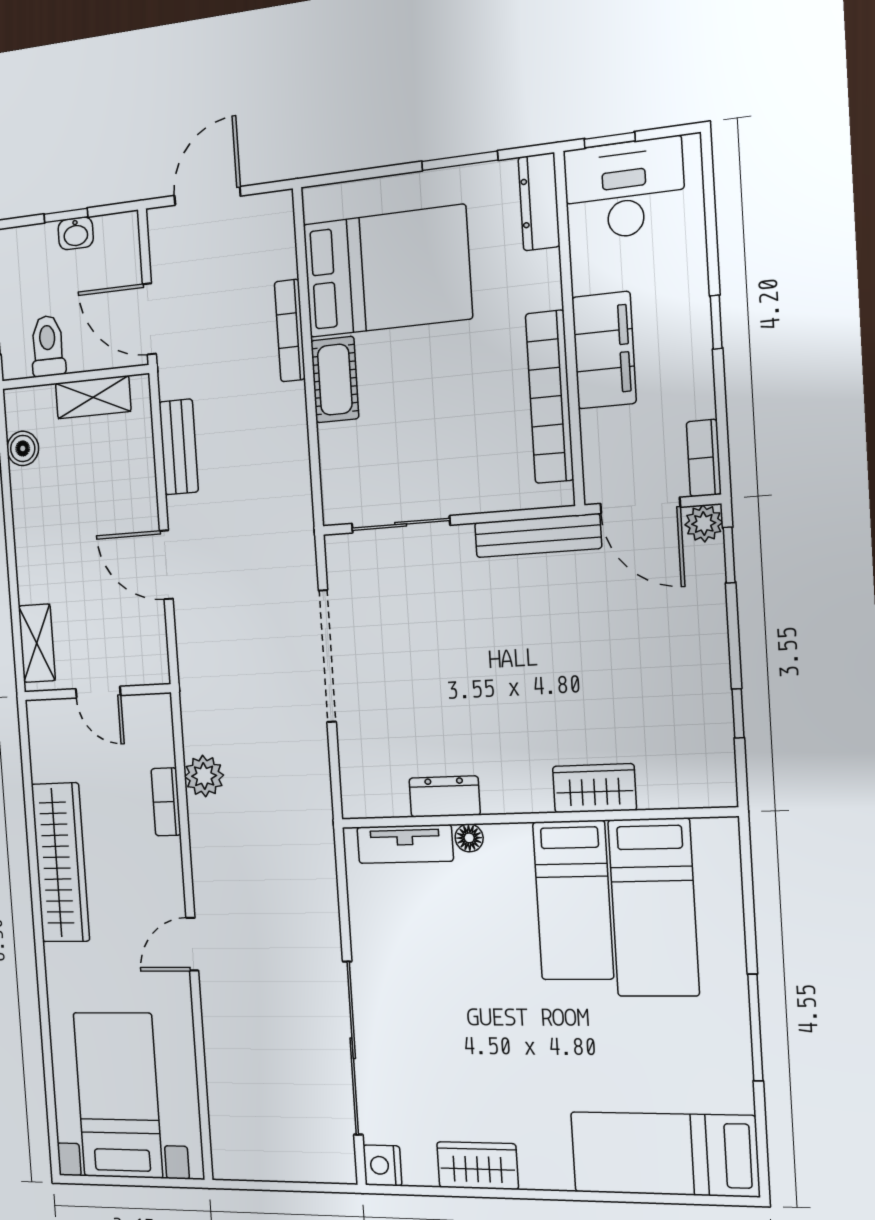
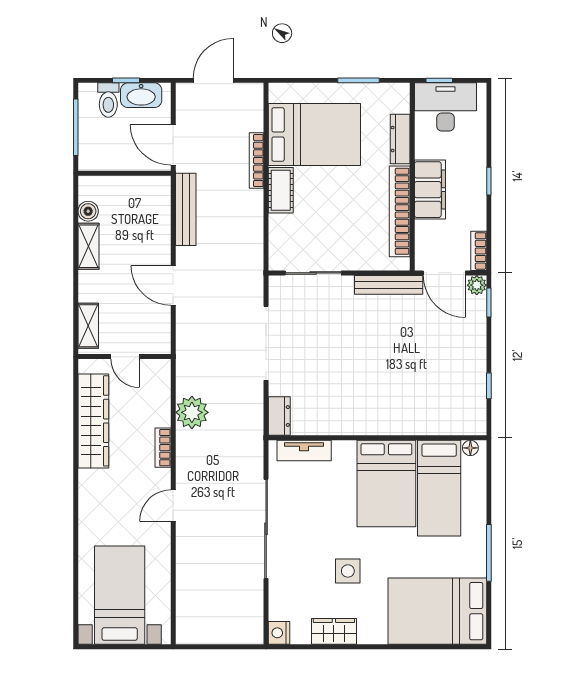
dresser: (539, 202) -> (400, 139), moved
washbasin: (76, 233) -> (141, 95), width x1.91, depth x1.45
toilet: (48, 346) -> (108, 100), moved, turned 180
shelving: (93, 397) -> (88, 246), moved, turned 90
bench: (179, 447) -> (186, 209), width x1.36
plant: (204, 776) -> (192, 412), width x1.36, depth x1.36
wardrobe: (594, 788) -> (411, 423), removed
dresser: (445, 796) -> (279, 416), moved, turned 90
bookcase: (166, 802) -> (163, 448), moved
floor lamp: (469, 838) -> (470, 448), moved
wardrobe: (60, 863) -> (93, 421), moved
bed: (573, 900) -> (386, 484), width x1.50
sliding door: (353, 1048) -> (266, 529), moved
side table: (496, 1059) -> (348, 571), added
bed: (664, 1154) -> (437, 611), width x1.50

